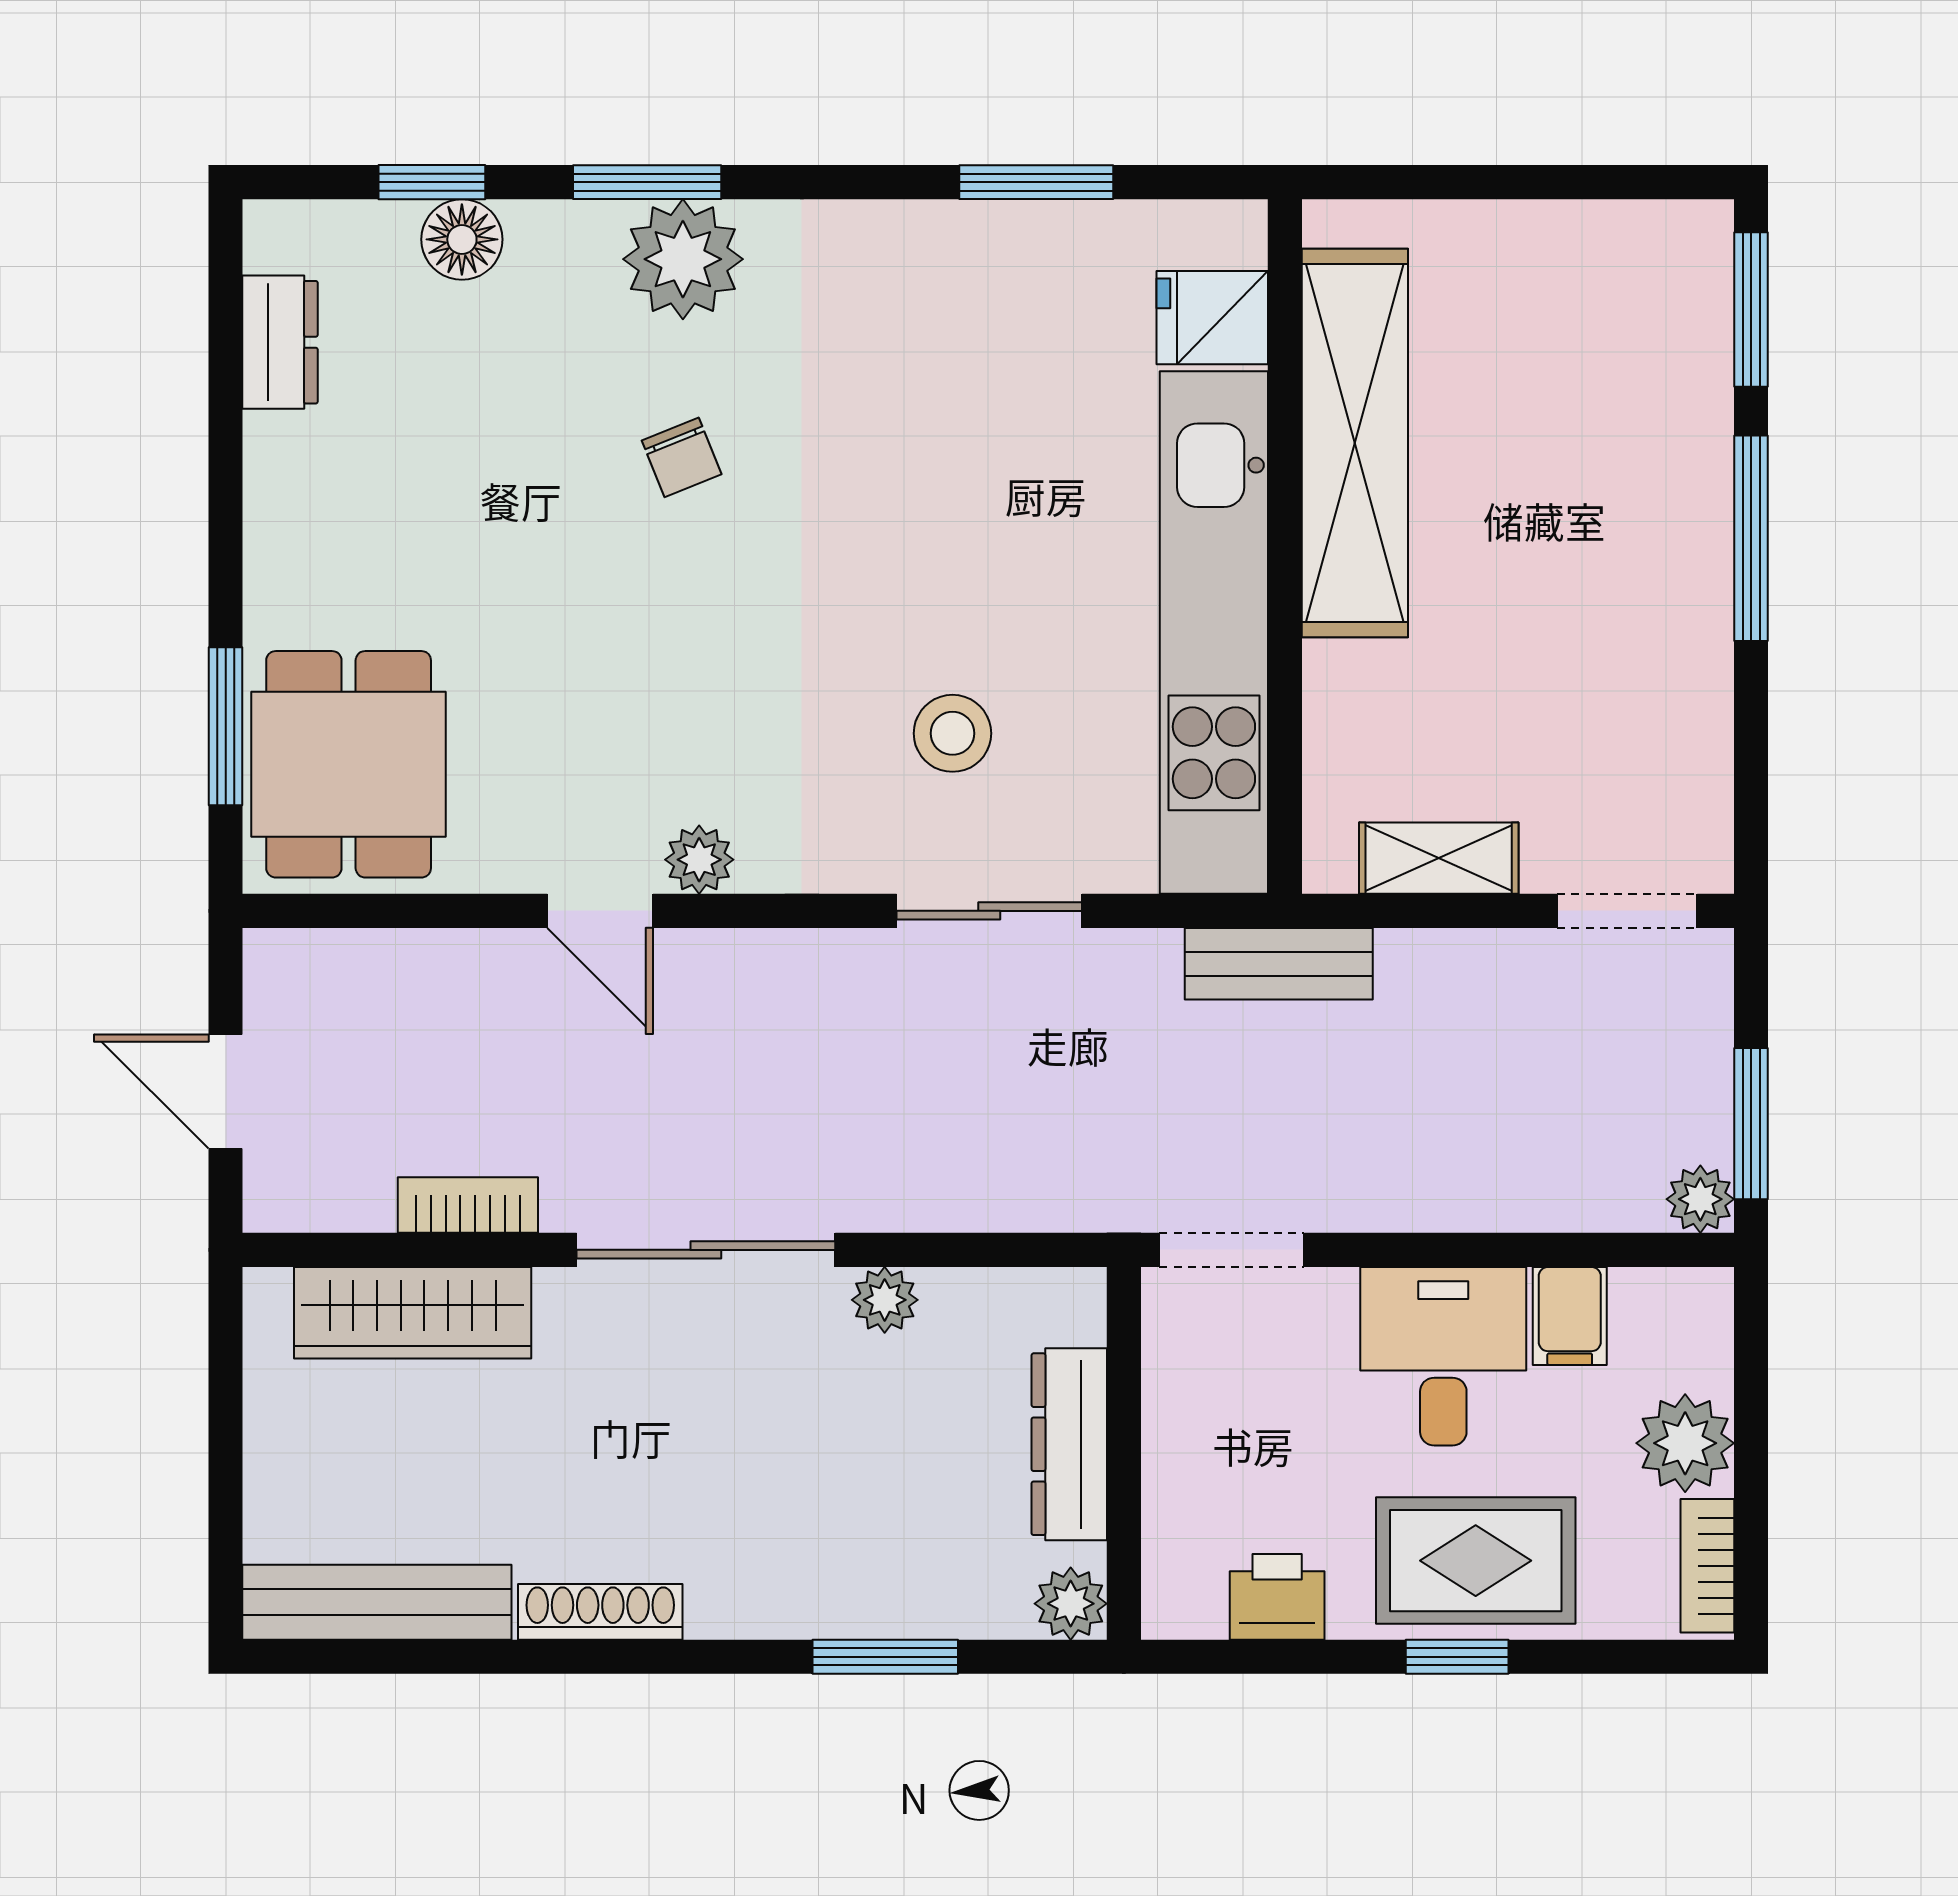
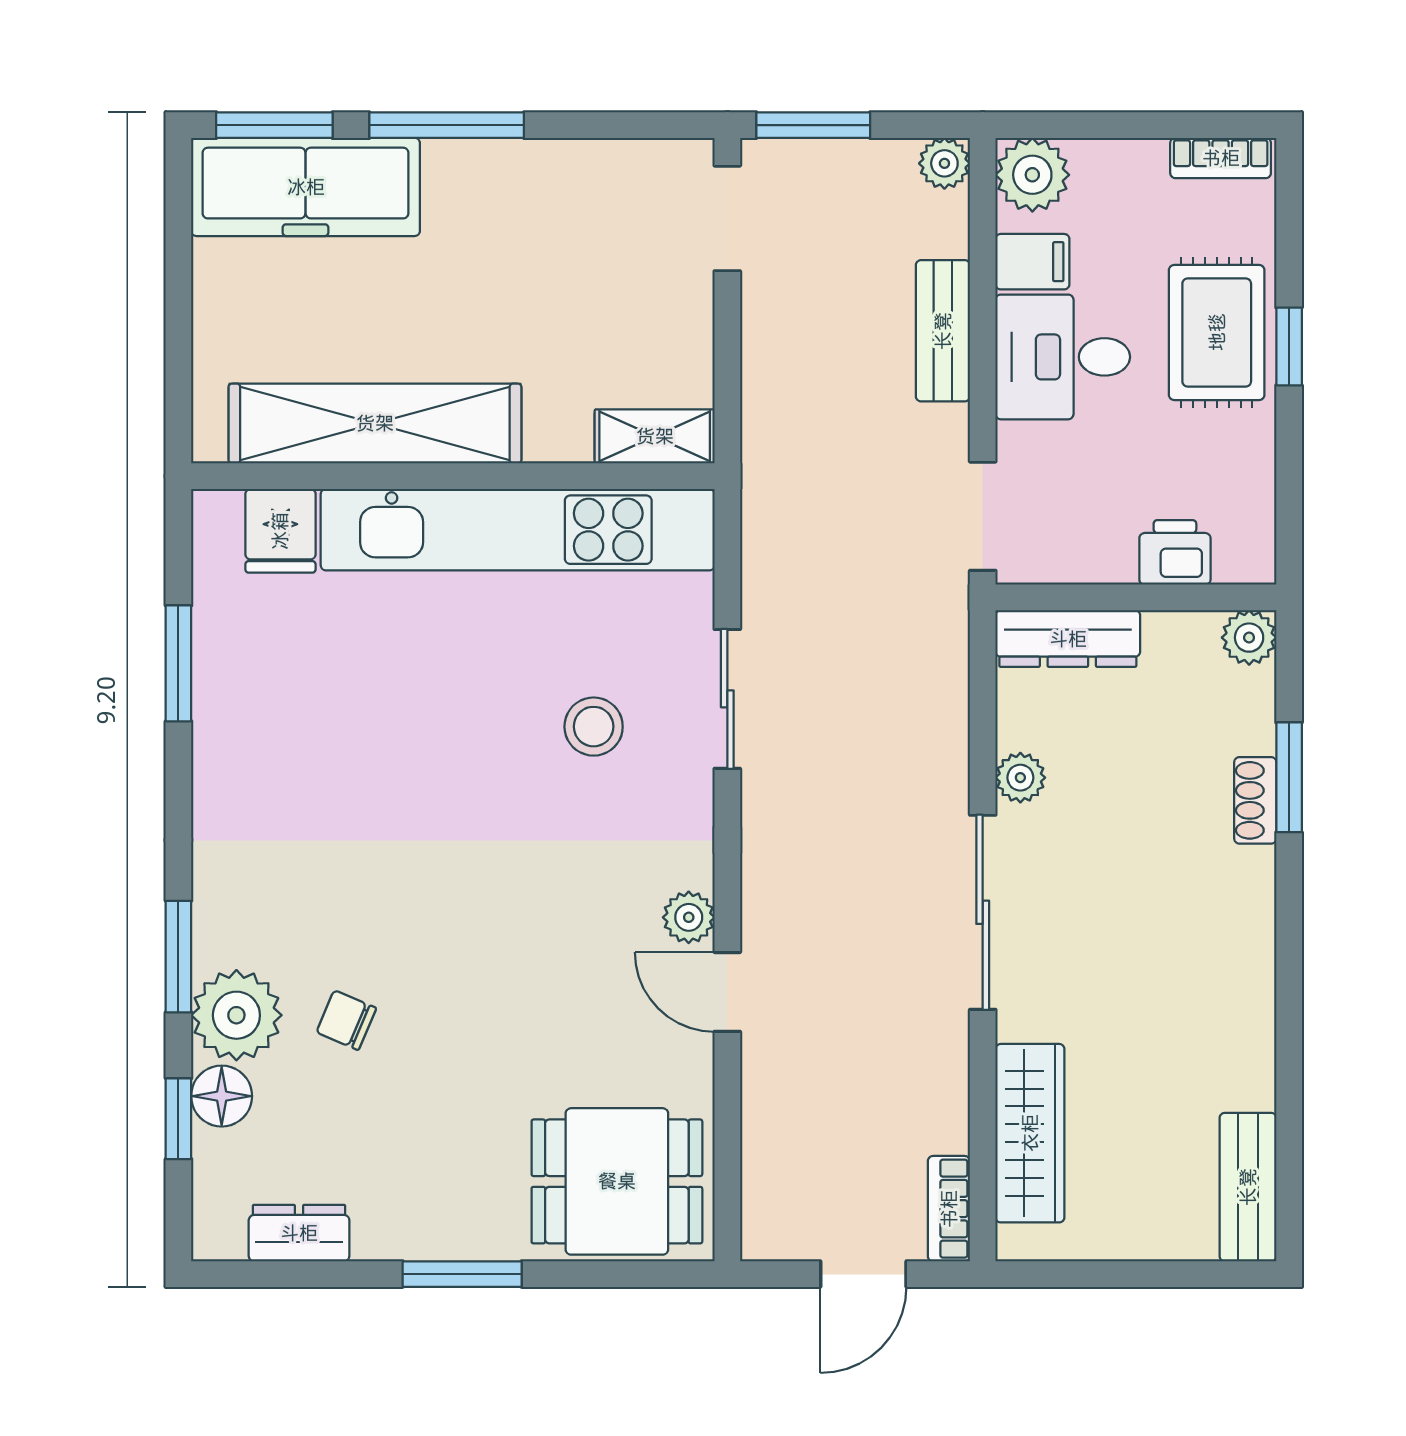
plant: (683, 259) -> (236, 1015), moved
freezer: (1669, 351) -> (306, 187), added
chair: (682, 457) -> (346, 1020), moved, turned -135
window: (226, 726) -> (462, 1274), moved
shelving: (1439, 858) -> (655, 436), moved, turned 90
door: (600, 911) -> (727, 992), swing flipped
bench: (1279, 964) -> (943, 331), moved
window: (1751, 1124) -> (813, 125), moved
bookcase: (468, 1205) -> (949, 1209), moved
plant: (1685, 1443) -> (1032, 175), moved
dresser: (1069, 1444) -> (1068, 639), moved
printer: (1277, 1597) -> (1175, 552), moved, turned 90
bench: (377, 1602) -> (1248, 1187), width x0.73
shoe rack: (600, 1612) -> (1255, 800), moved, width x0.70

